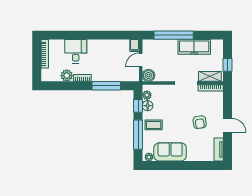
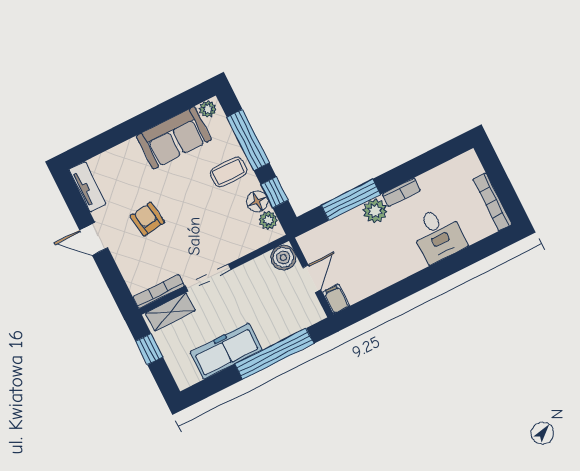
plant: (67, 76) -> (375, 211), moved

